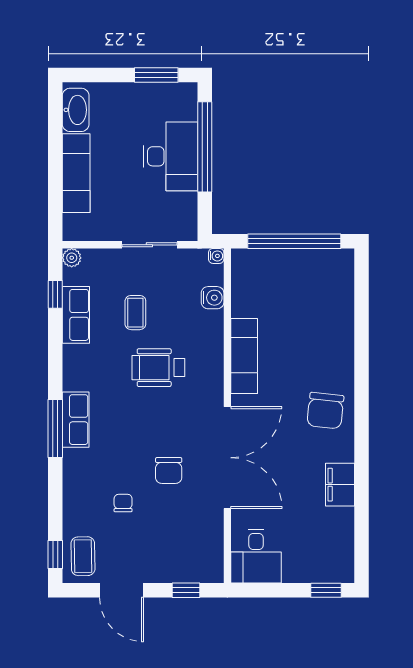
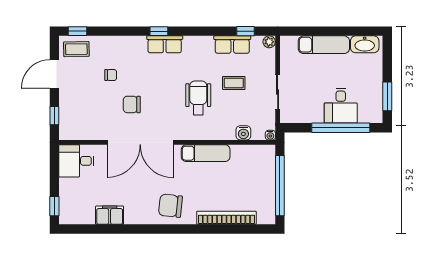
desk: (170, 156) -> (341, 106), width x0.73
bookcase: (344, 324) -> (226, 218), added
window: (55, 429) -> (159, 31), width x0.46
filing cabinet: (340, 485) -> (110, 215), moved

